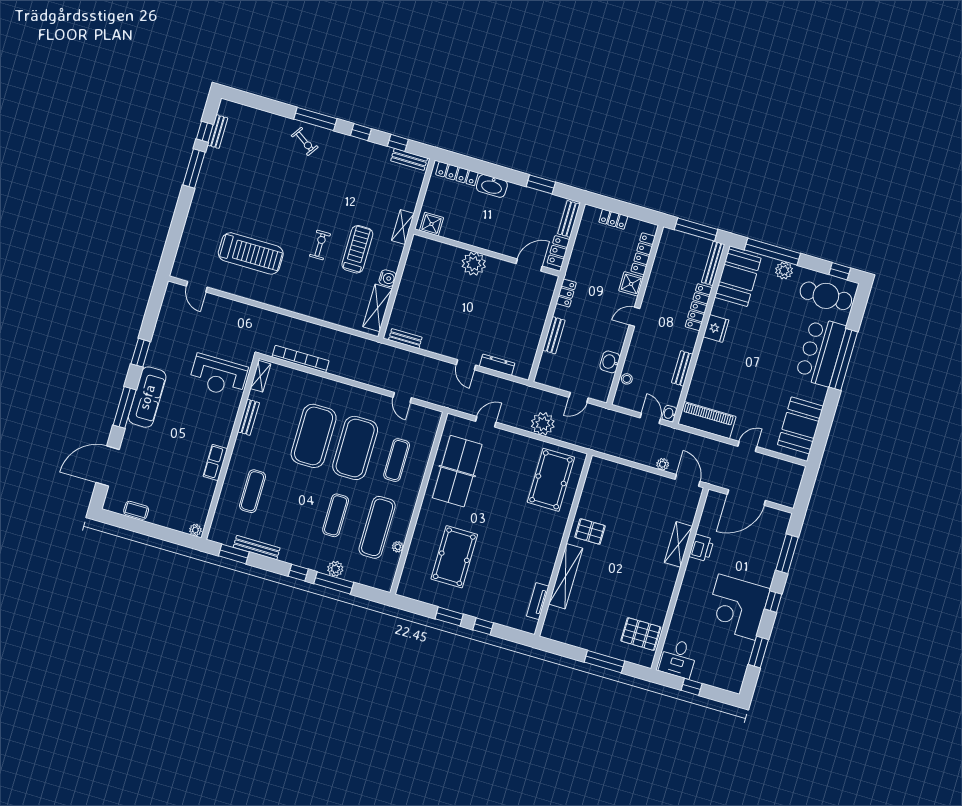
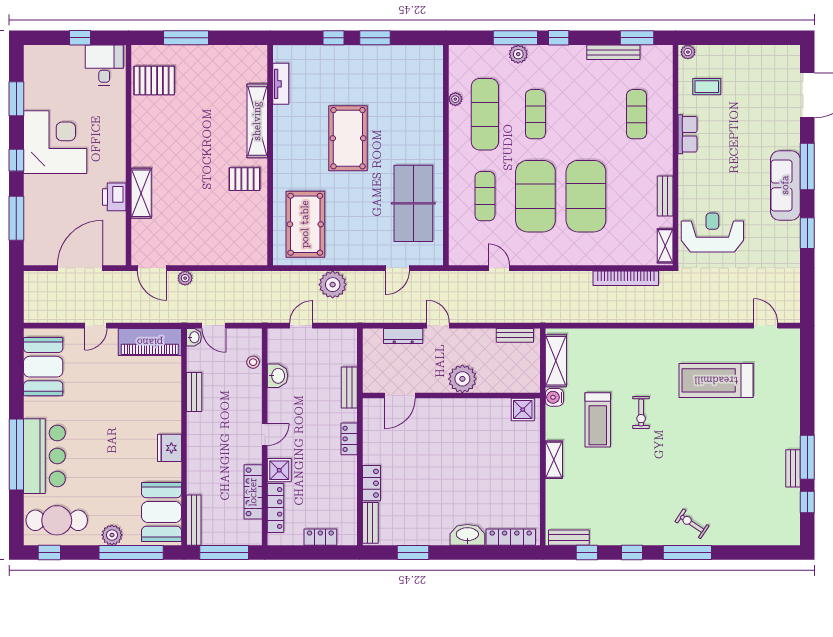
bench: (218, 132) -> (793, 468), moved
shower: (431, 224) -> (523, 410), moved
wall: (487, 253) -> (451, 396), moved
plant: (474, 264) -> (462, 379), moved
door: (529, 265) -> (400, 396), moved
locker: (699, 307) -> (253, 492), moved, turned 180
coffee table: (136, 510) -> (707, 87), moved
pool table: (454, 557) -> (348, 138), moved

